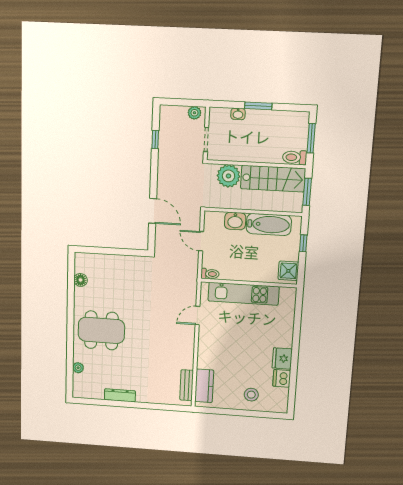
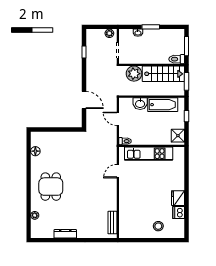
dining table: (101, 330) -> (51, 187), width x0.73
kitchen counter: (204, 386) -> (125, 222), removed

